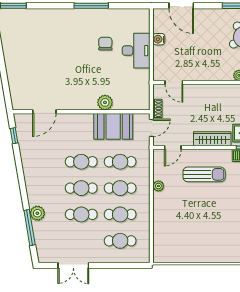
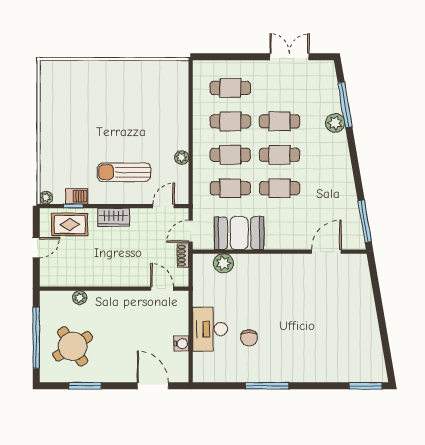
plant: (105, 102) -> (223, 263), moved
window: (14, 136) -> (365, 221), width x2.17
wardrobe: (212, 139) -> (113, 217), width x0.67

